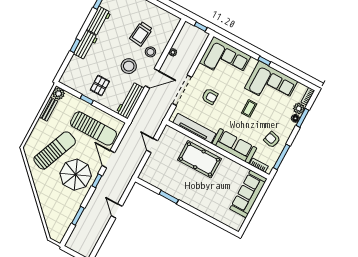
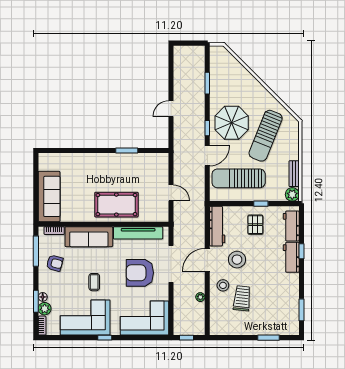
workbench: (99, 21) -> (291, 226), moved
armchair: (210, 96) -> (140, 273), width x1.88, depth x1.88
door: (108, 159) -> (207, 156), hinge flipped
door: (117, 211) -> (171, 109), swing flipped

